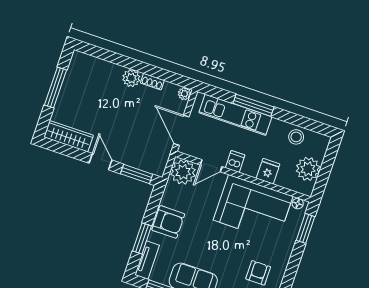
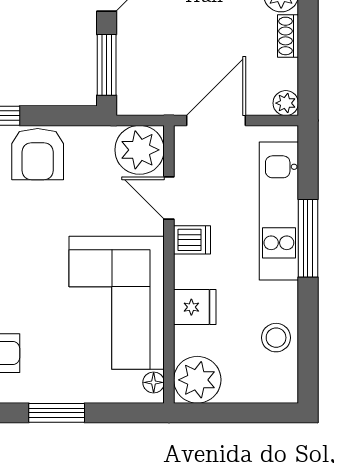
plant: (308, 169) -> (197, 380), moved
window: (306, 228) -> (57, 413), moved

